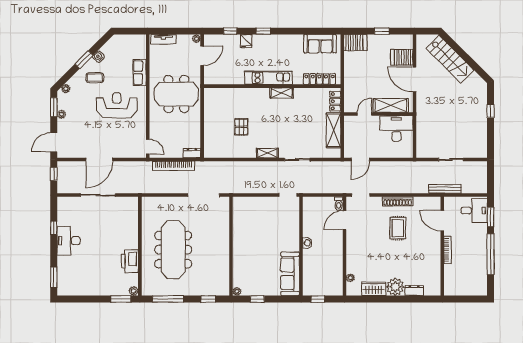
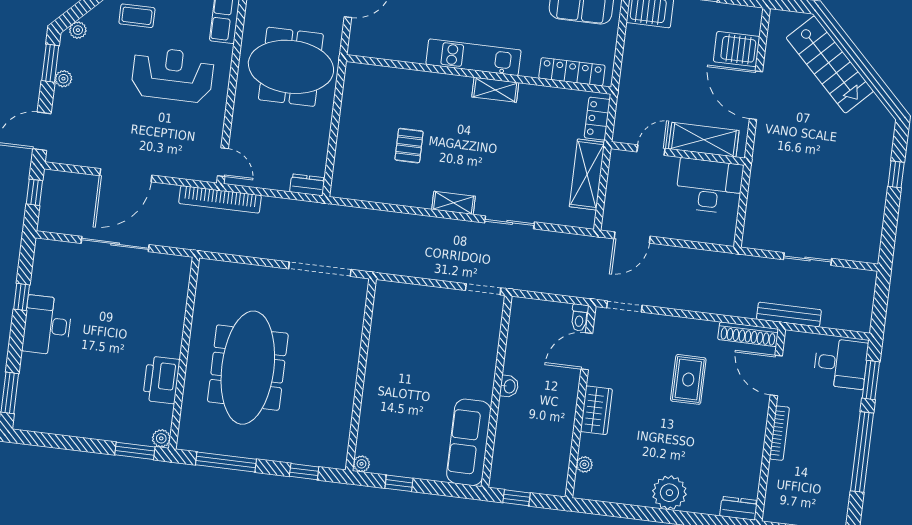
bookcase: (174, 166) -> (220, 199), moved
shoe rack: (398, 201) -> (748, 334), moved
wardrobe: (374, 289) -> (596, 410), moved, turned 90
dresser: (414, 290) -> (739, 508), moved

